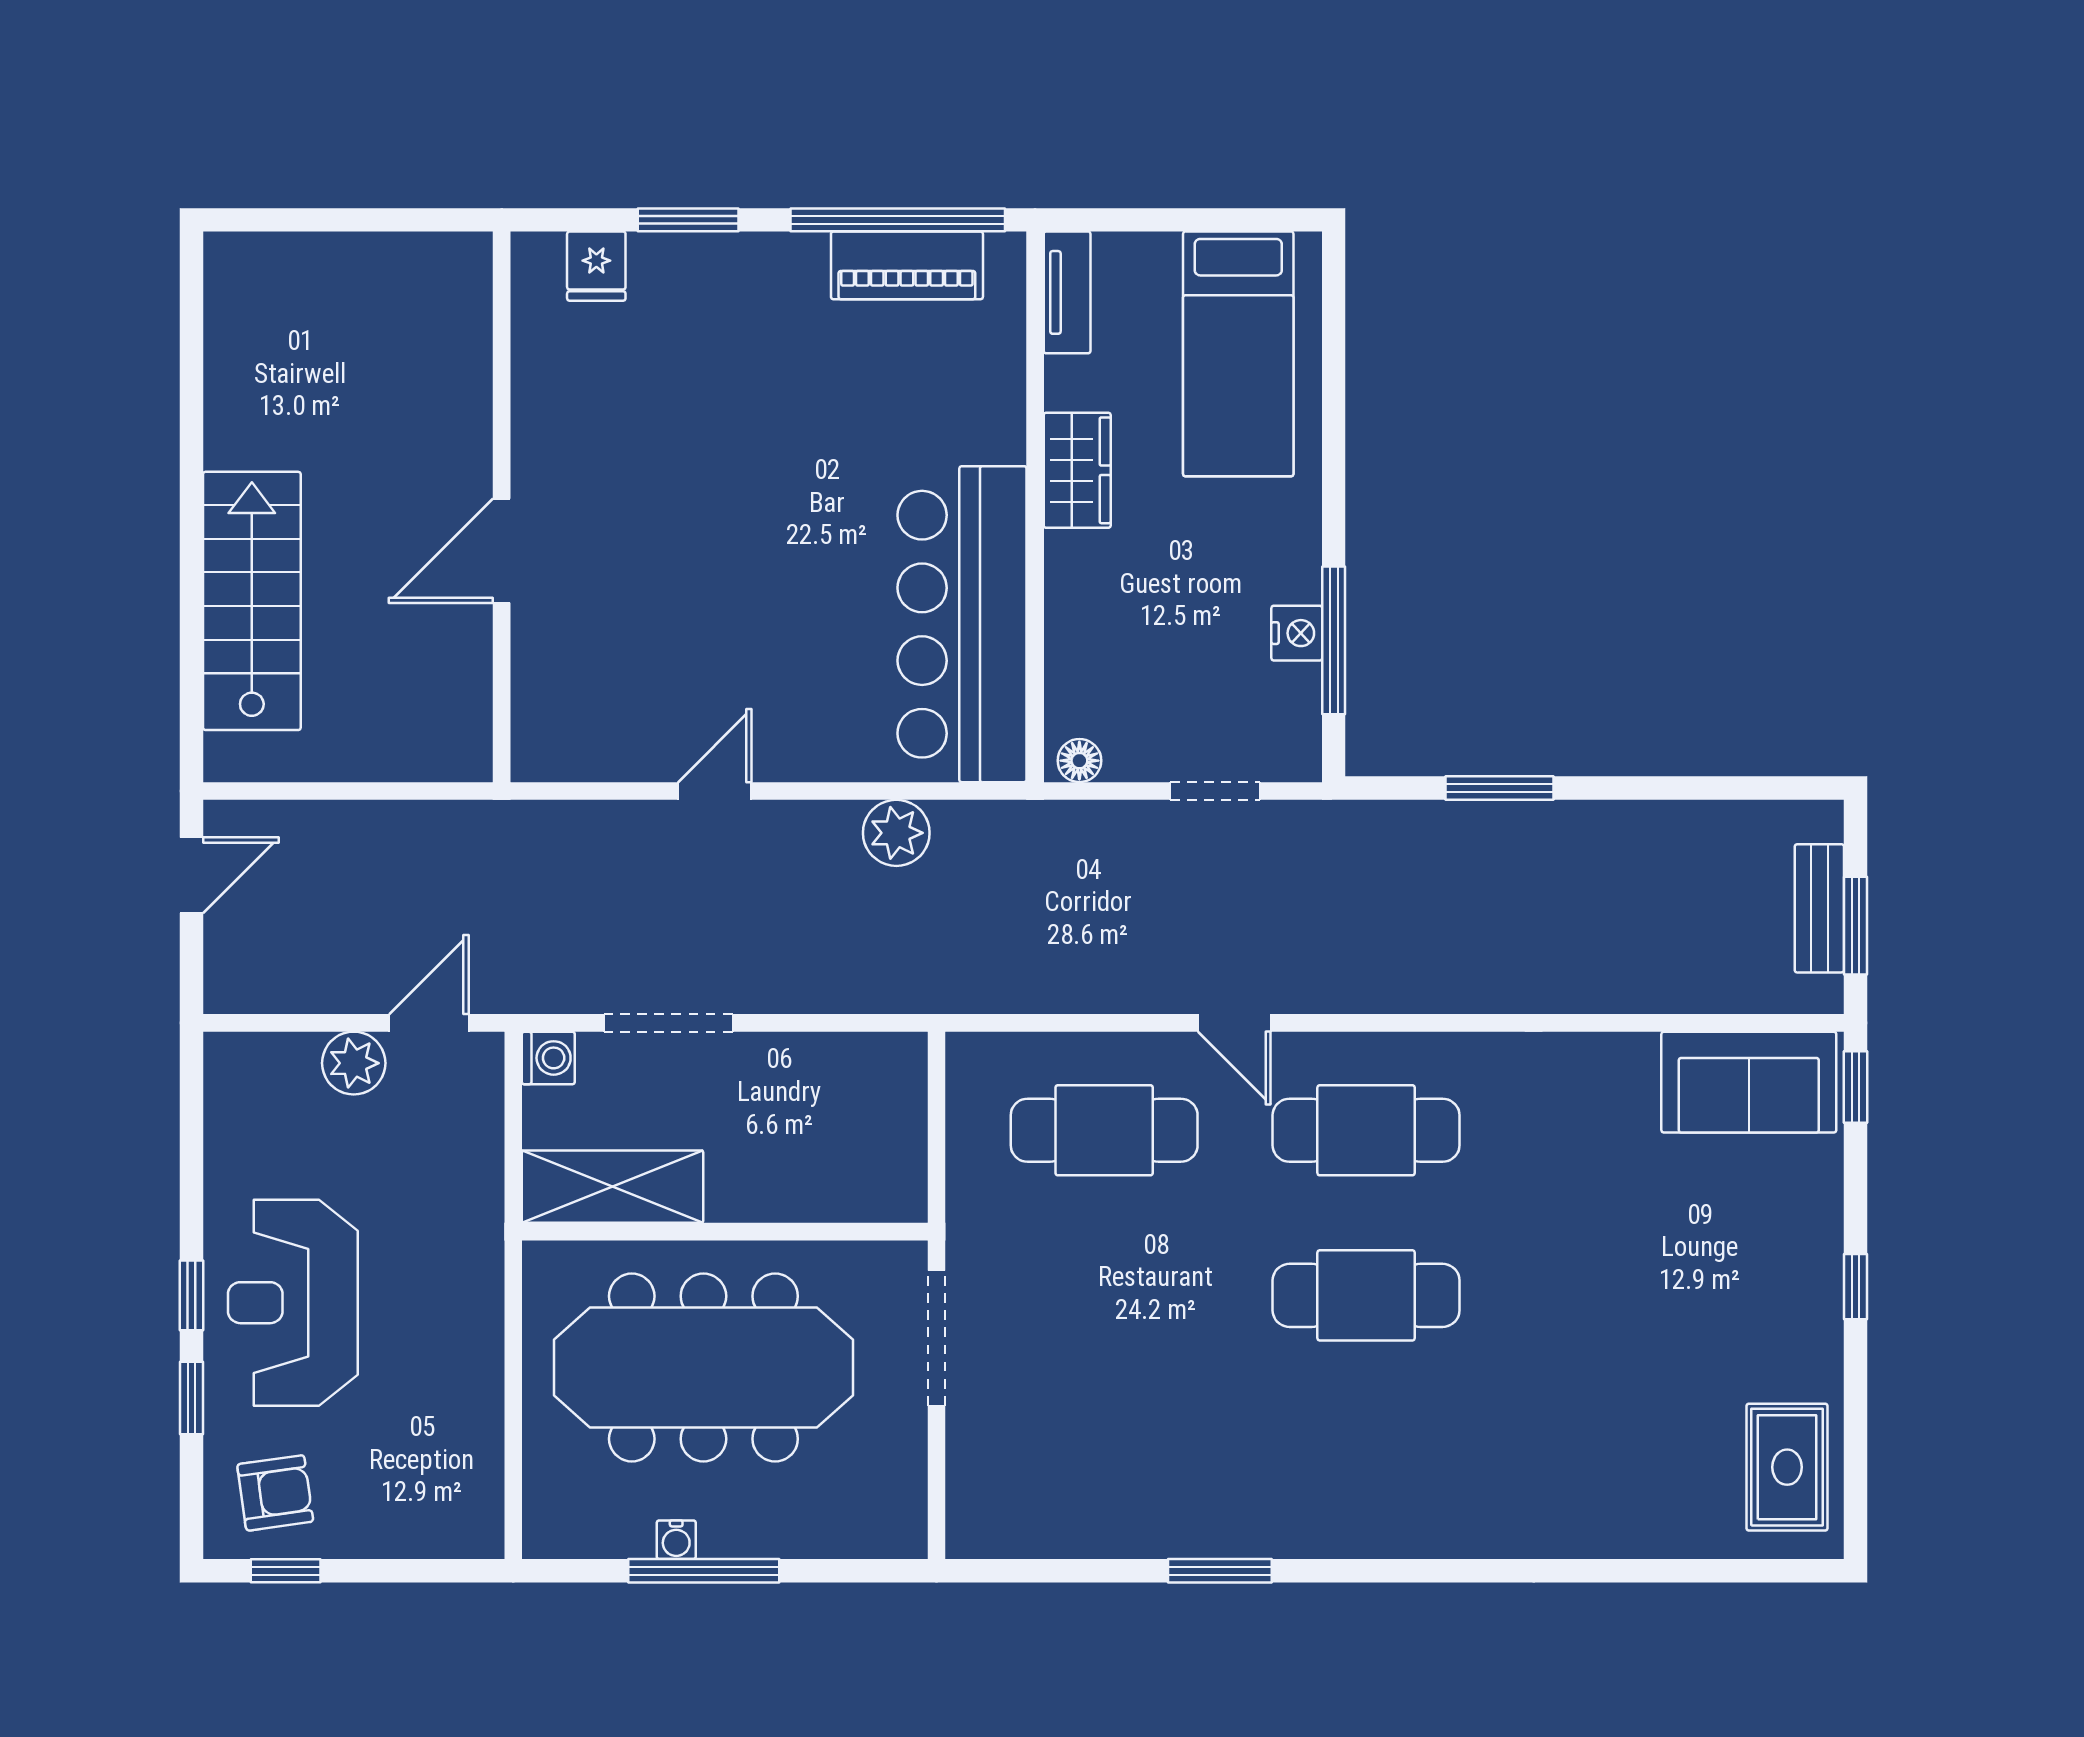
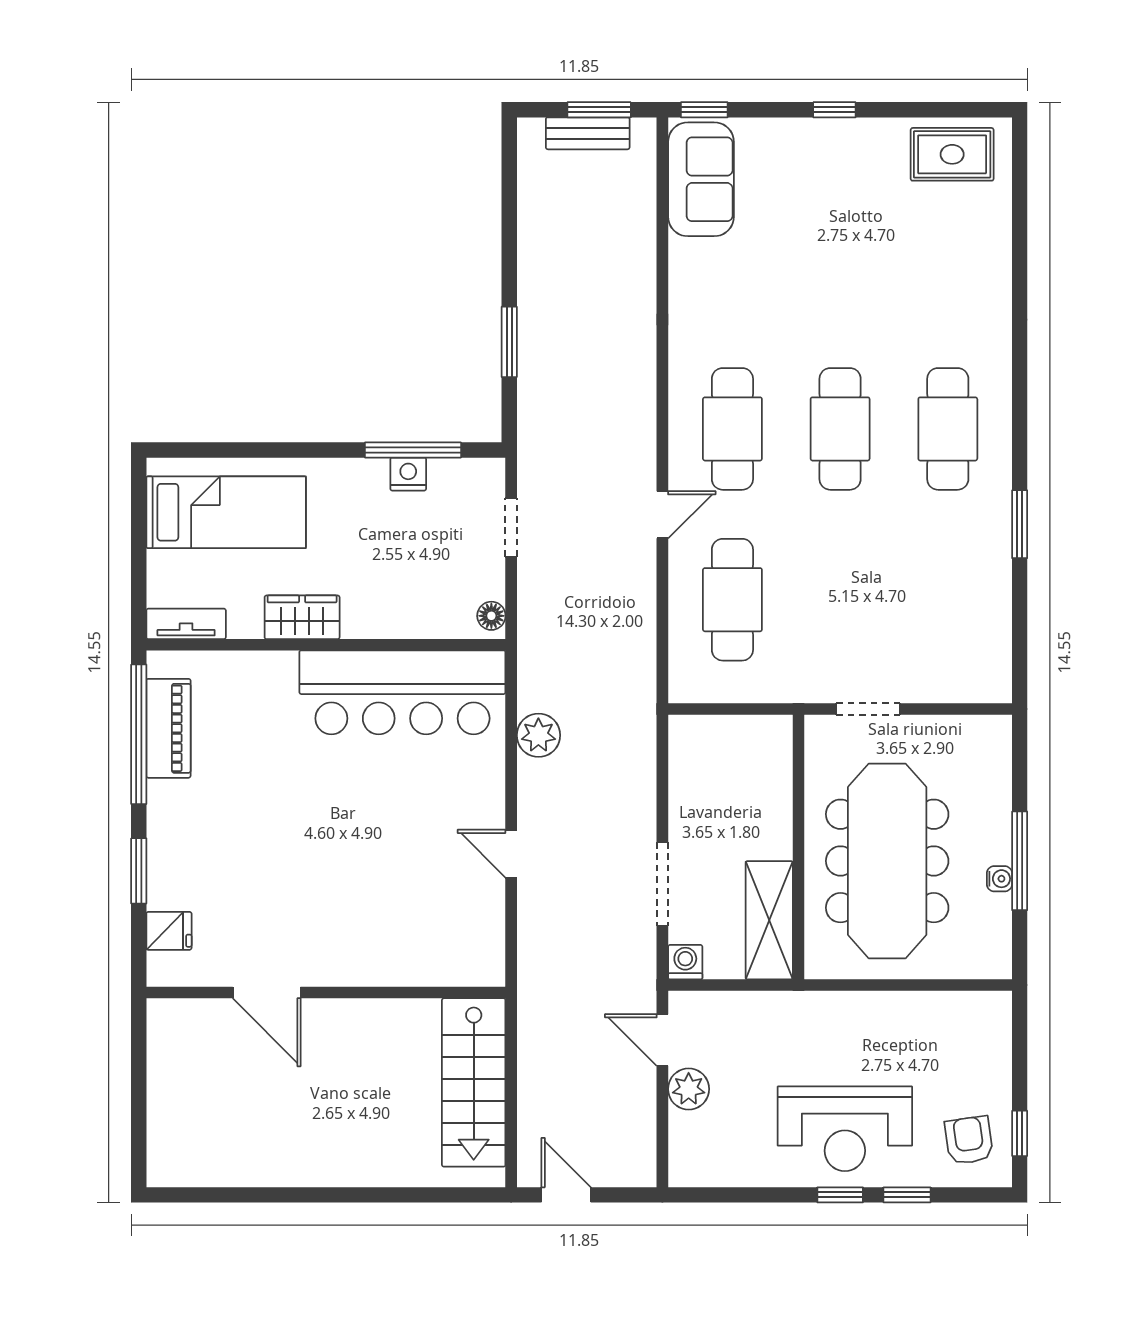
door: (502, 551) -> (267, 993), moved
stairs: (252, 601) -> (474, 1082), moved, turned -90
doorway: (937, 1338) -> (868, 709), width x0.73
cafe table: (1366, 1460) -> (948, 429), added

